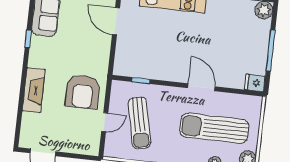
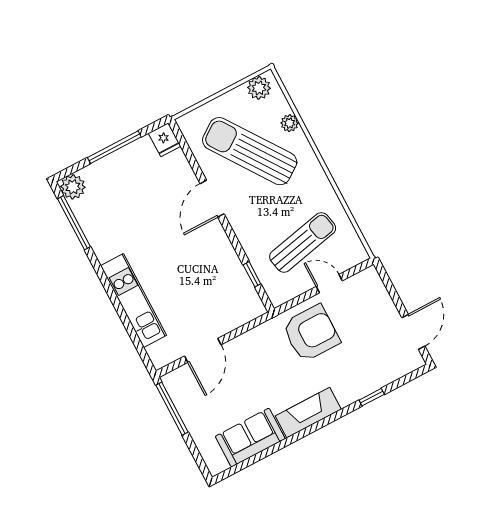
window: (28, 39) -> (372, 397), moved
fireplace: (34, 90) -> (308, 413), moved
sun lounger: (214, 128) -> (250, 151), turned 145

